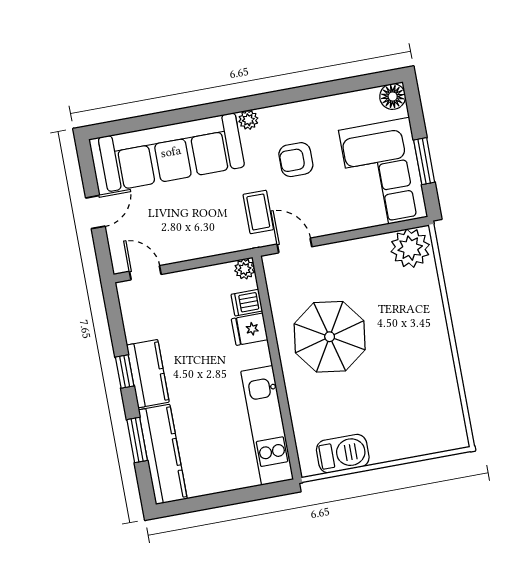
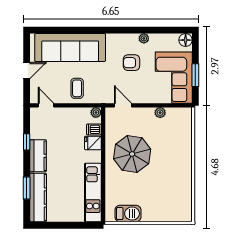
plant: (248, 120) -> (144, 38), moved
coffee table: (258, 212) -> (77, 88), moved
plant: (410, 248) -> (160, 113), moved, width x0.53, depth x0.53
window: (125, 372) -> (27, 142), moved

